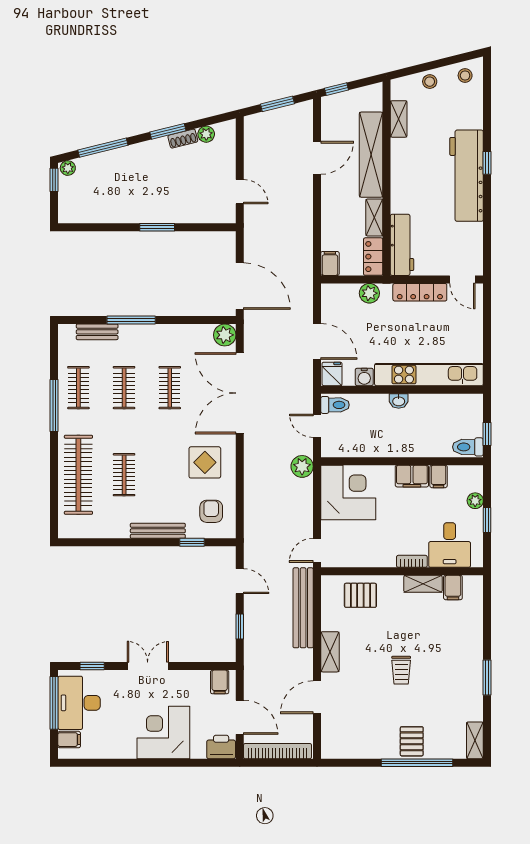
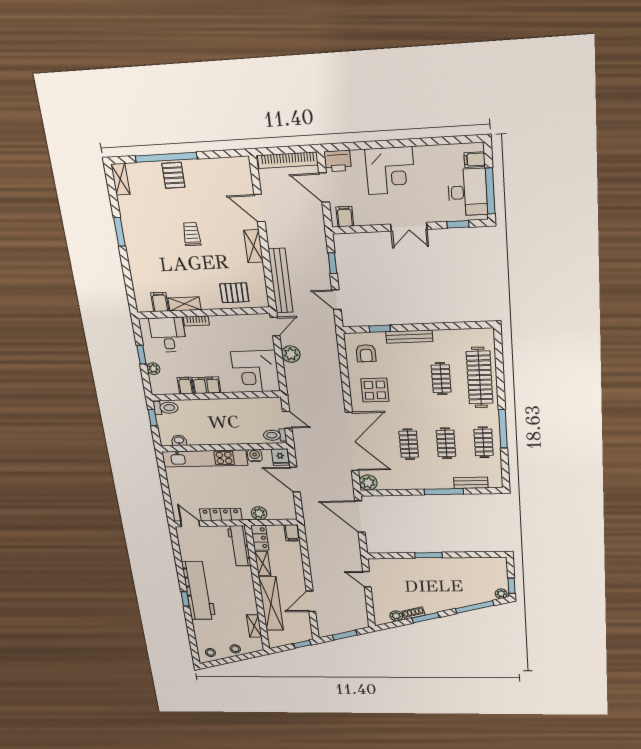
washbasin: (399, 401) -> (179, 440), moved
plant: (302, 466) -> (291, 354), moved
door: (317, 697) -> (259, 208), swing flipped

